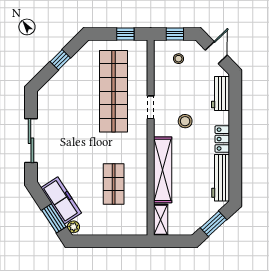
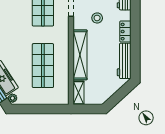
shop shelf: (114, 184) -> (43, 66), width x1.43, depth x1.36
window: (213, 224) -> (119, 96), removed

